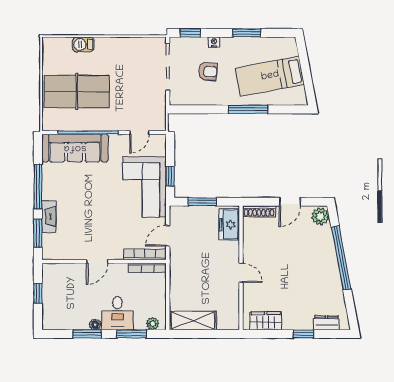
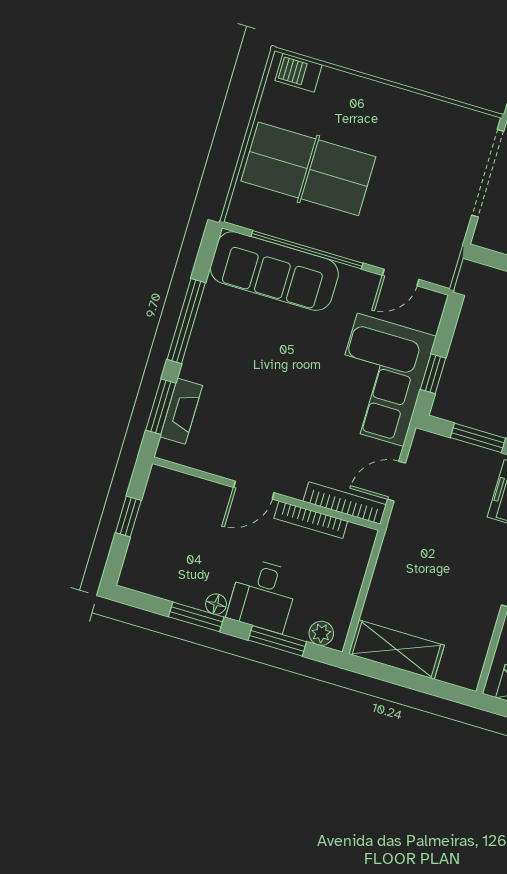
barbecue: (83, 44) -> (299, 73), moved
fireplace: (49, 217) -> (181, 411), moved
bookcase: (147, 268) -> (311, 520), moved

